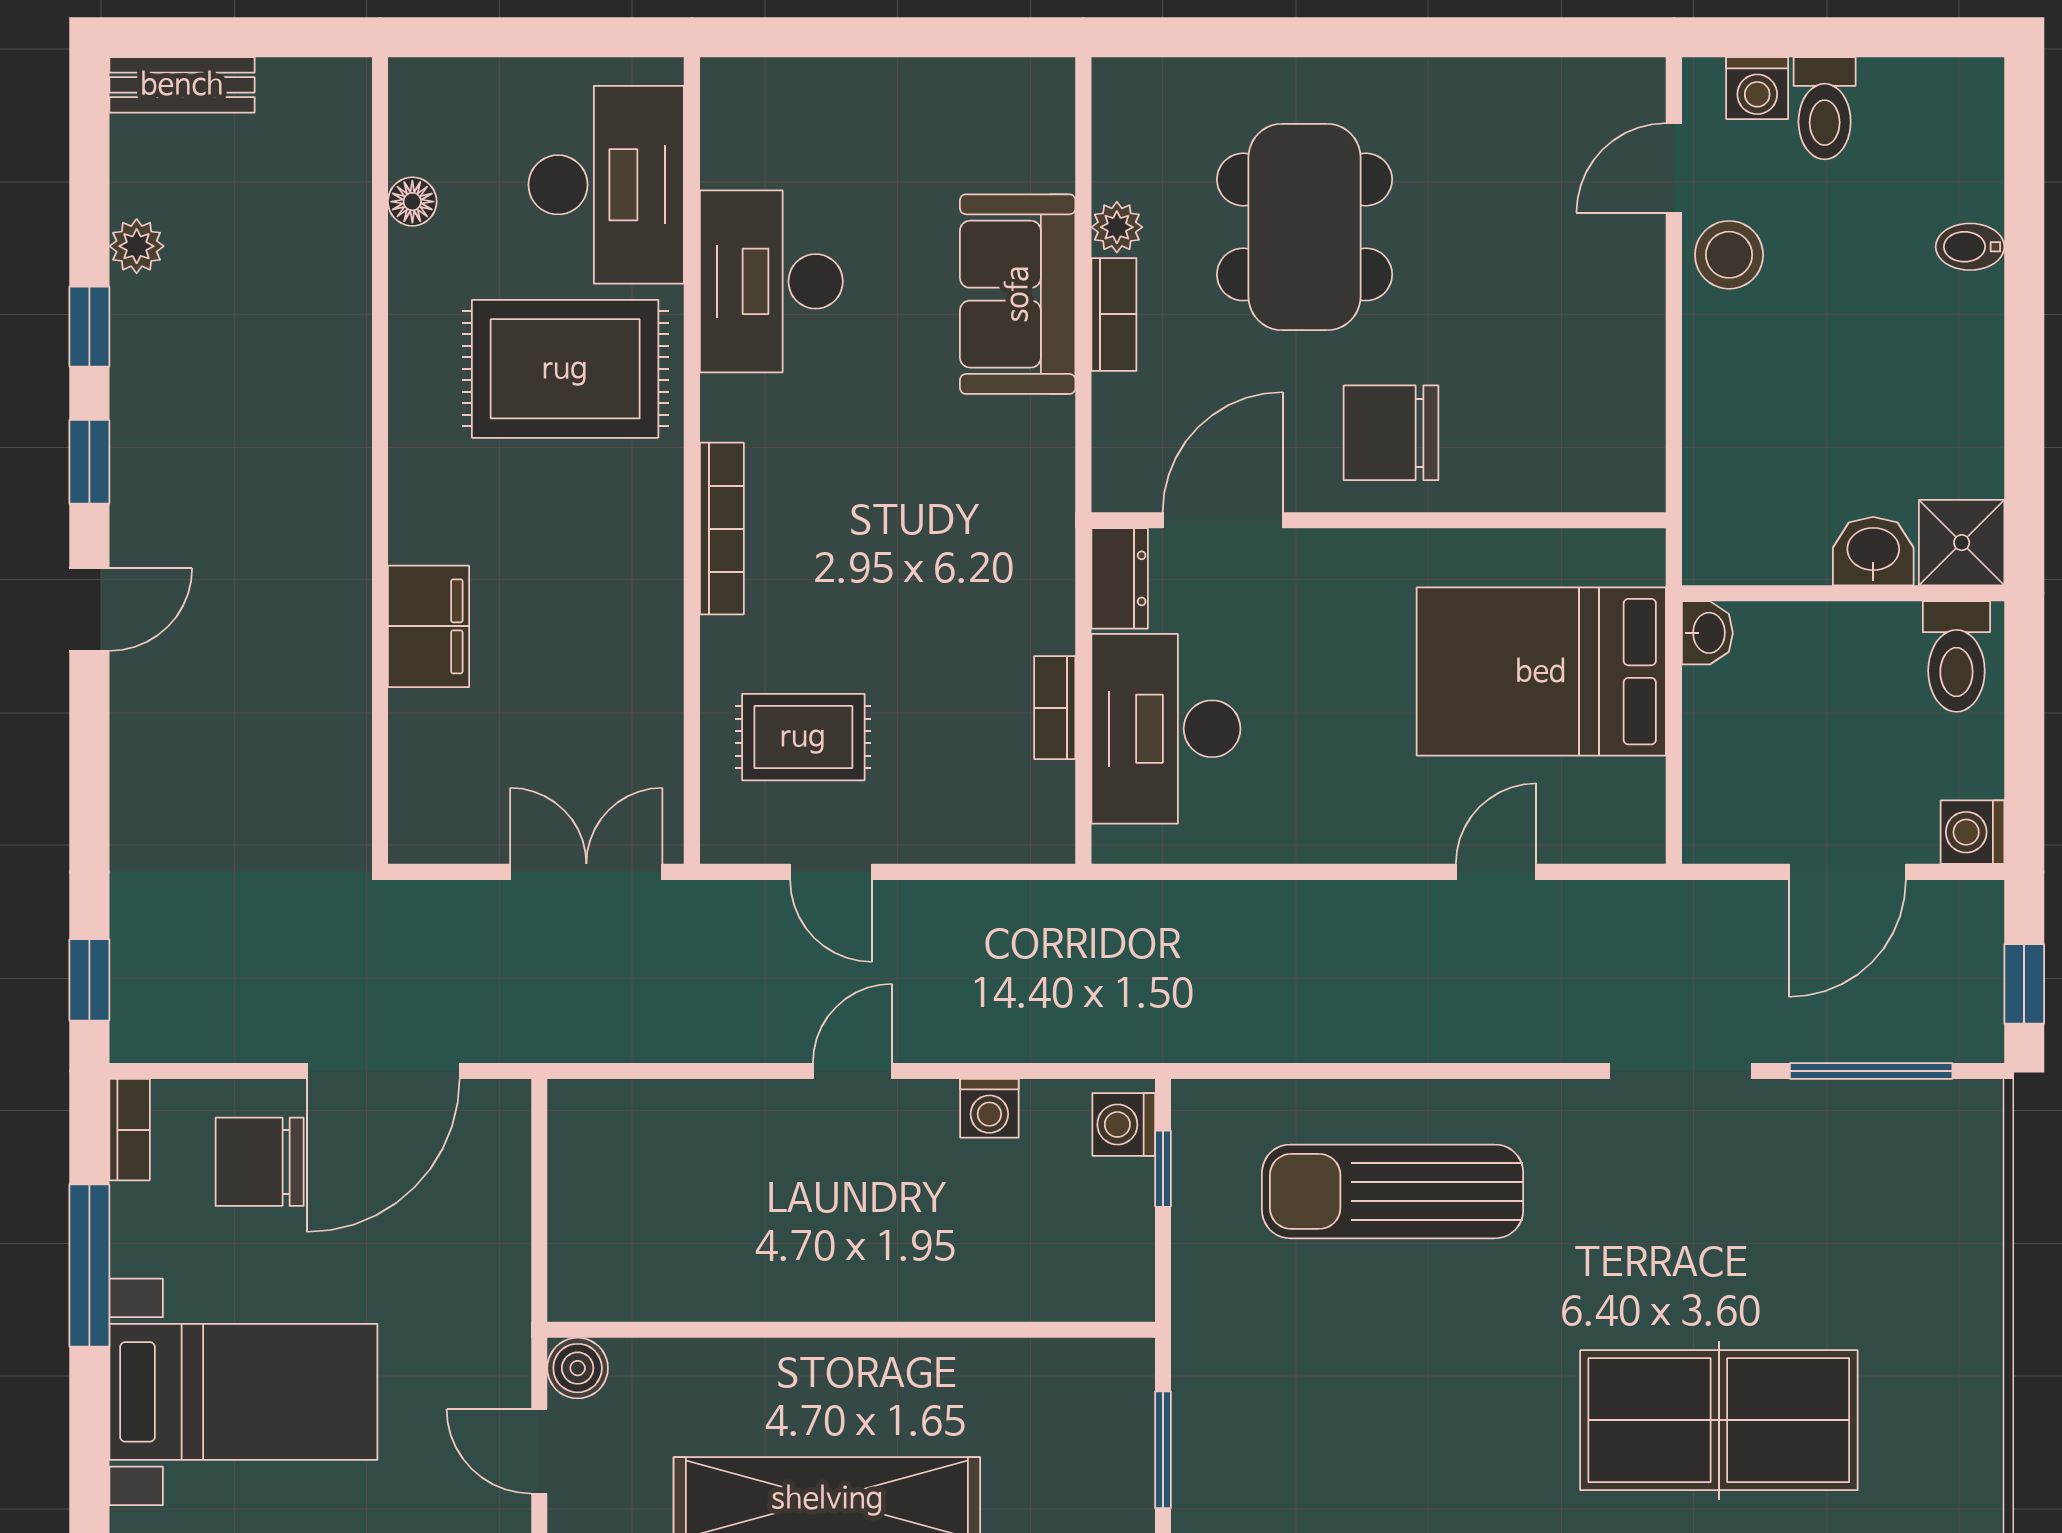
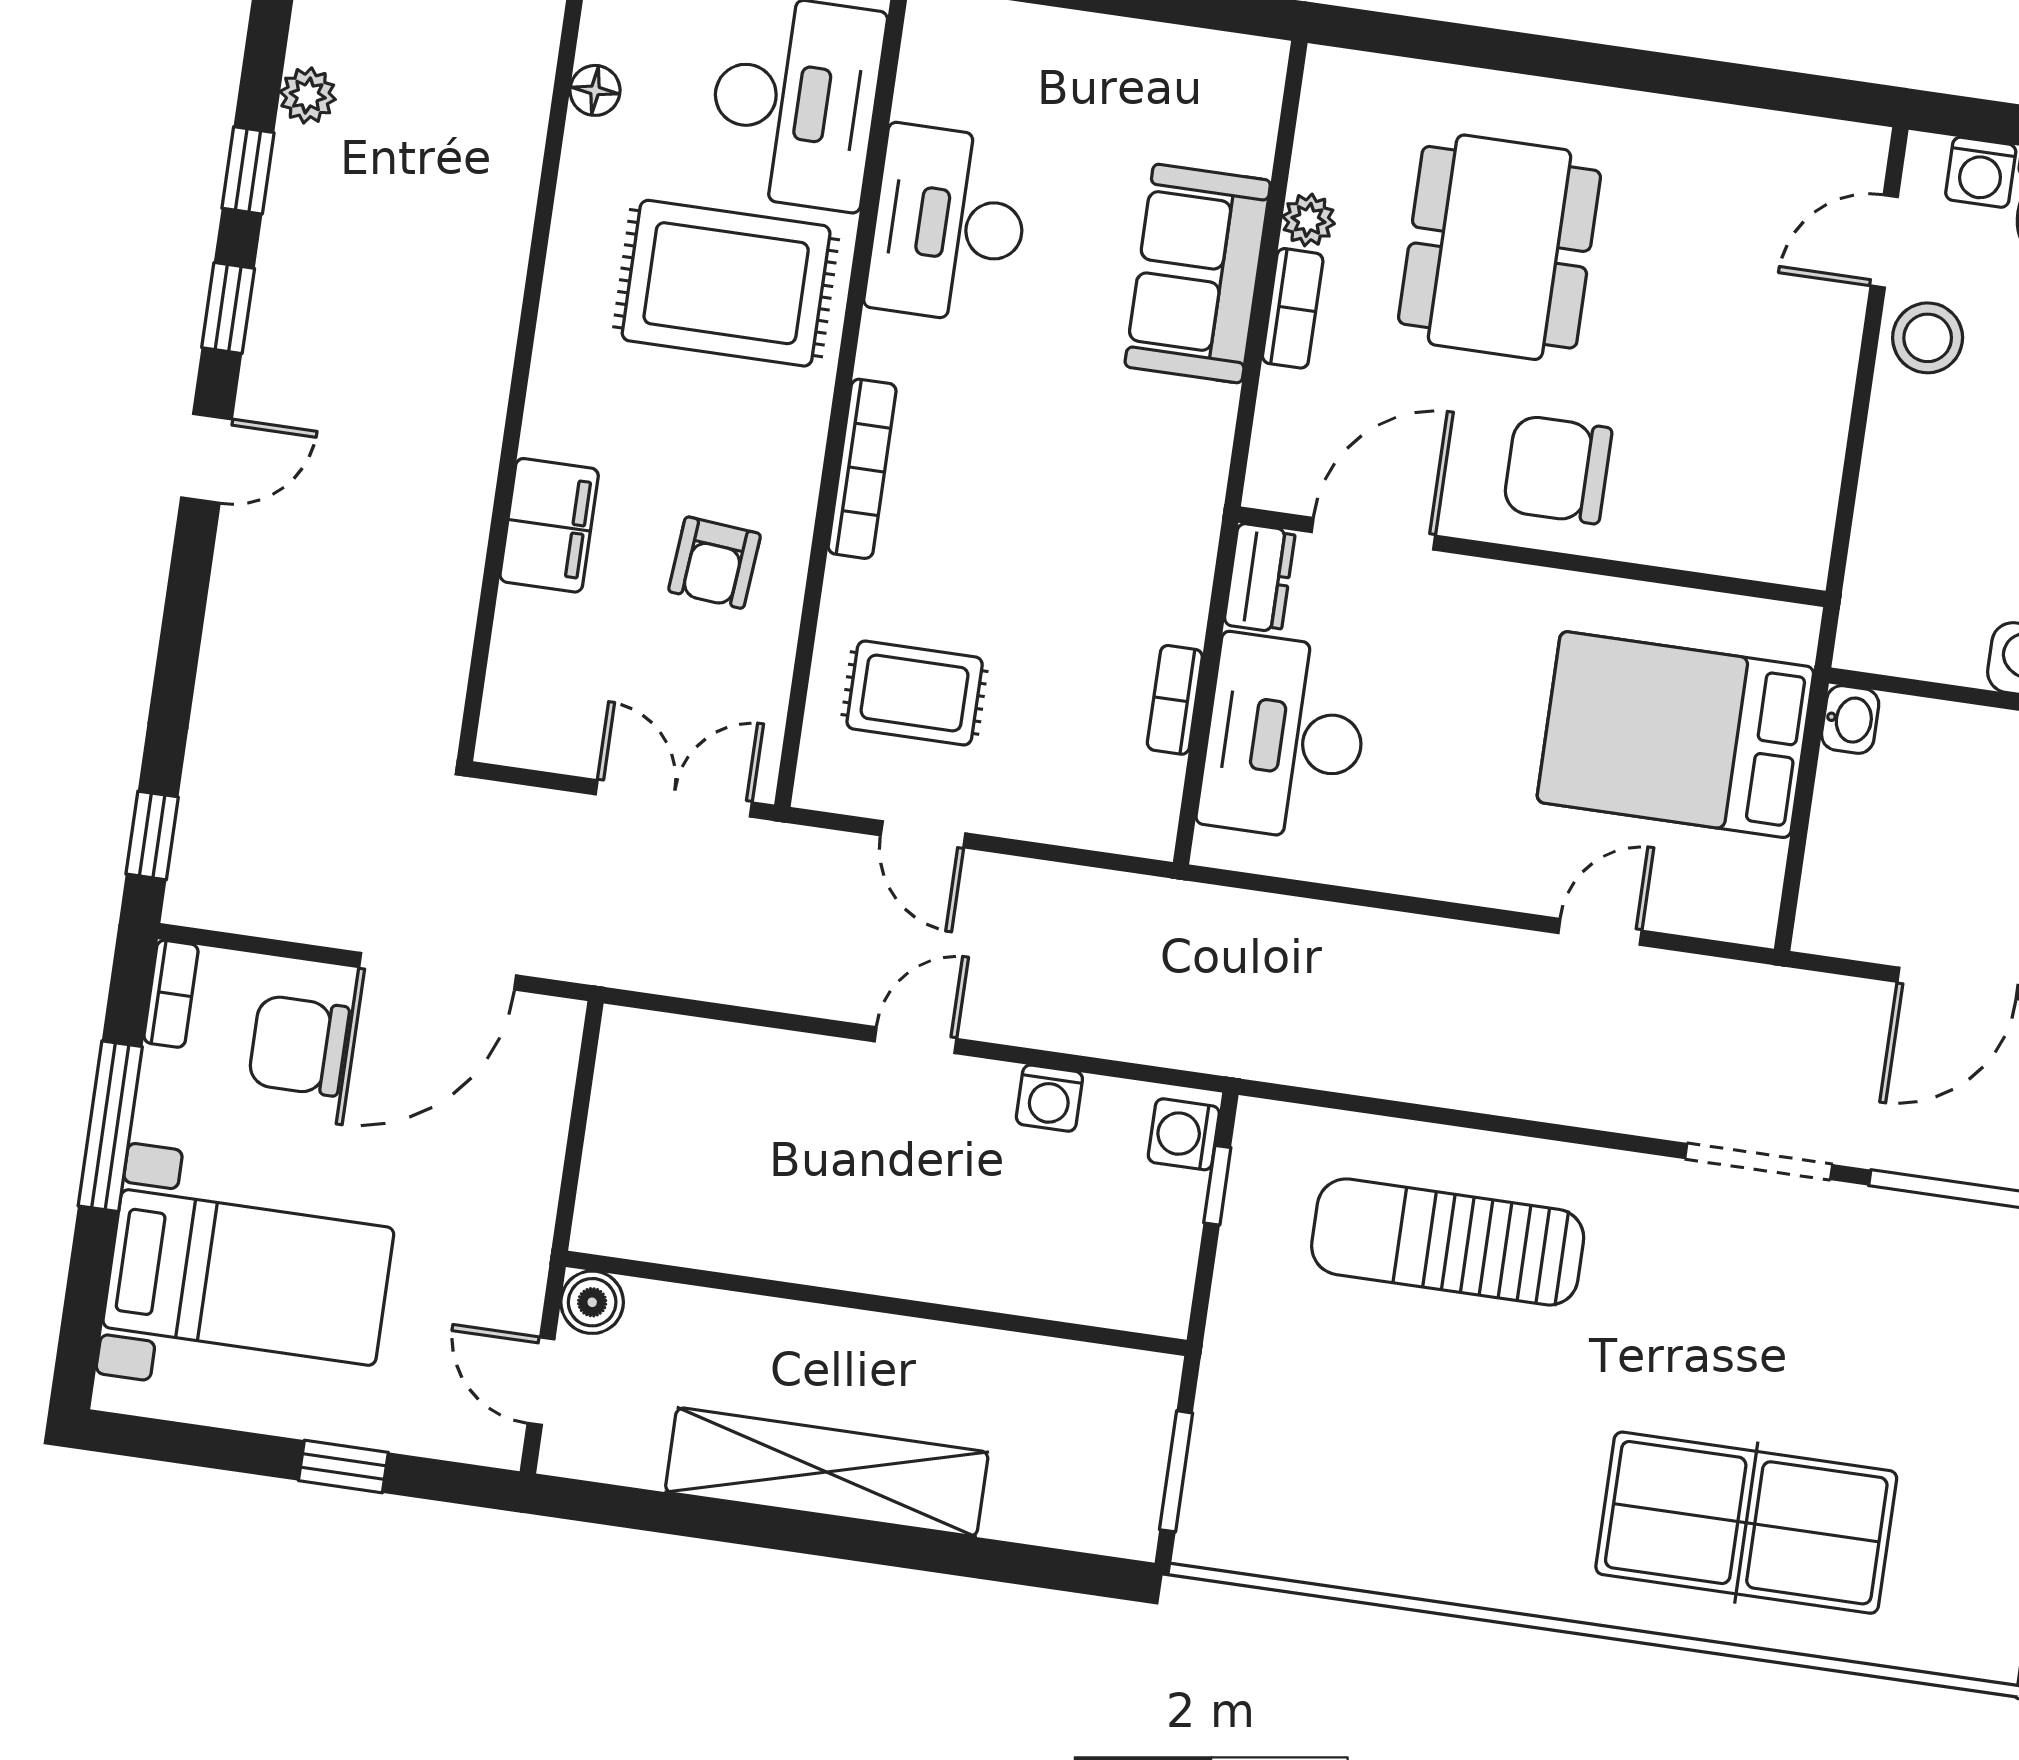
armchair: (593, 639) -> (715, 563), added

